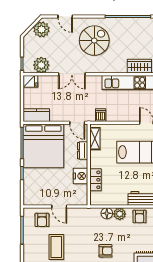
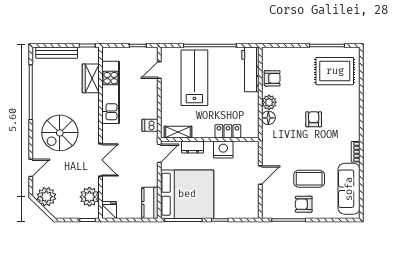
spiral stairs: (94, 41) -> (60, 133), turned -90
armchair: (42, 220) -> (304, 204), moved, turned 180

